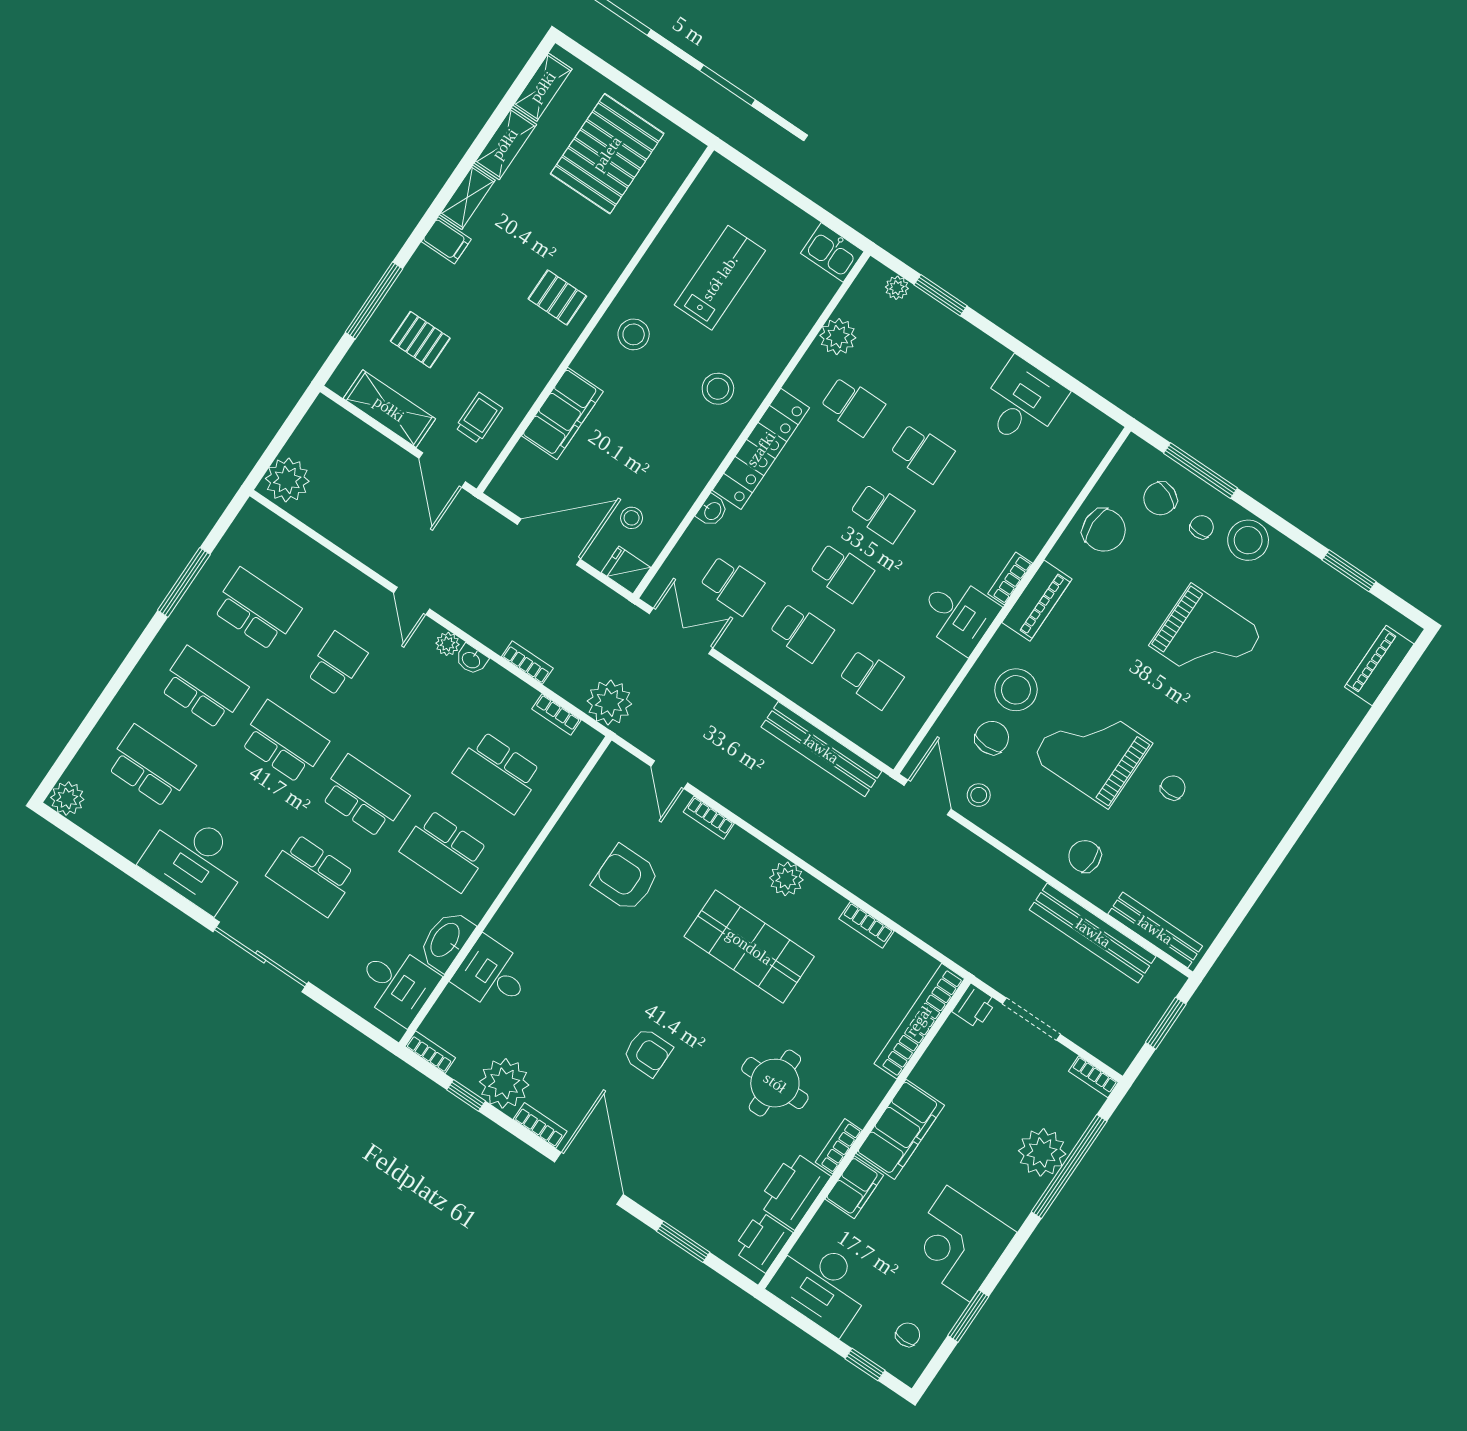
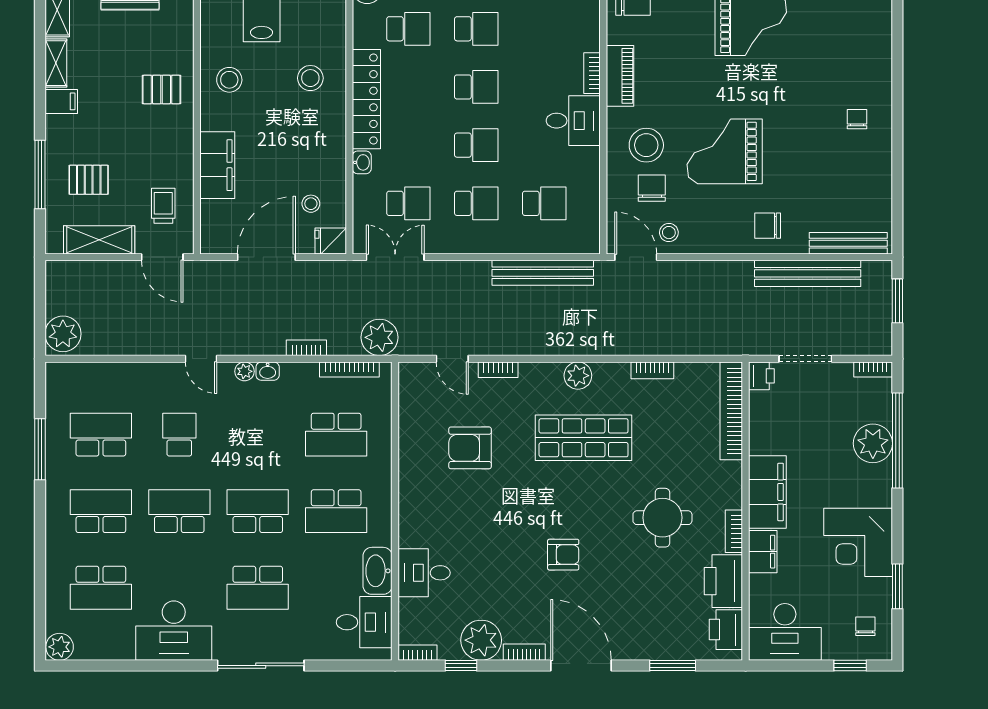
bookcase: (556, 715) -> (349, 369), width x1.56
school desk: (151, 766) -> (101, 588), turned 180
chair: (1173, 788) -> (857, 119), moved

